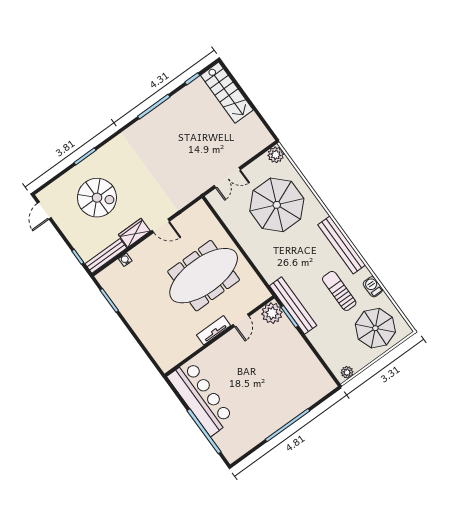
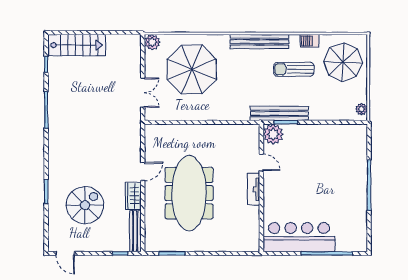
water cooler: (125, 260) -> (149, 218), removed
meeting table: (204, 276) -> (189, 193), moved

